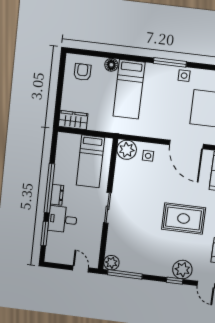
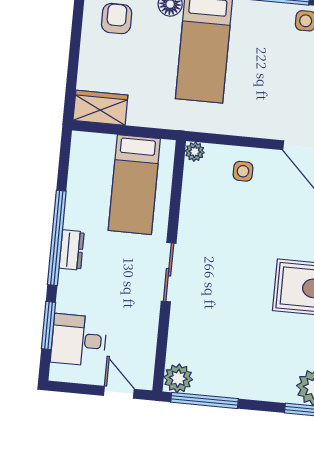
plant: (127, 150) -> (195, 152), width x0.53, depth x0.53
desk: (63, 219) -> (79, 340), moved

